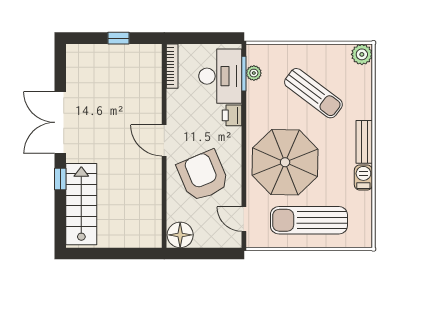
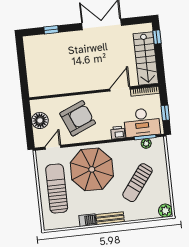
window: (118, 38) -> (157, 37), moved
window: (209, 38) -> (165, 113), added
door: (164, 140) -> (120, 89), moved
window: (60, 179) -> (51, 30), moved
stairs: (81, 204) -> (146, 59), moved, turned 90
floor lamp: (180, 235) -> (40, 120), moved

